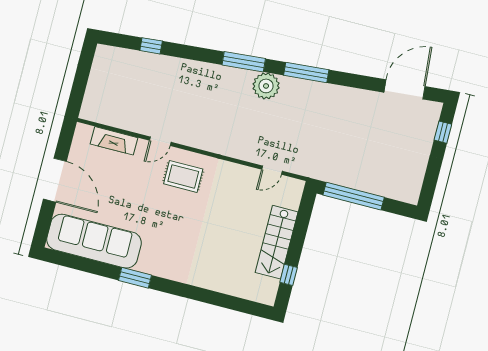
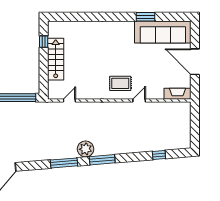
fireplace: (114, 141) -> (177, 94), moved
window: (135, 278) -> (146, 17), moved

